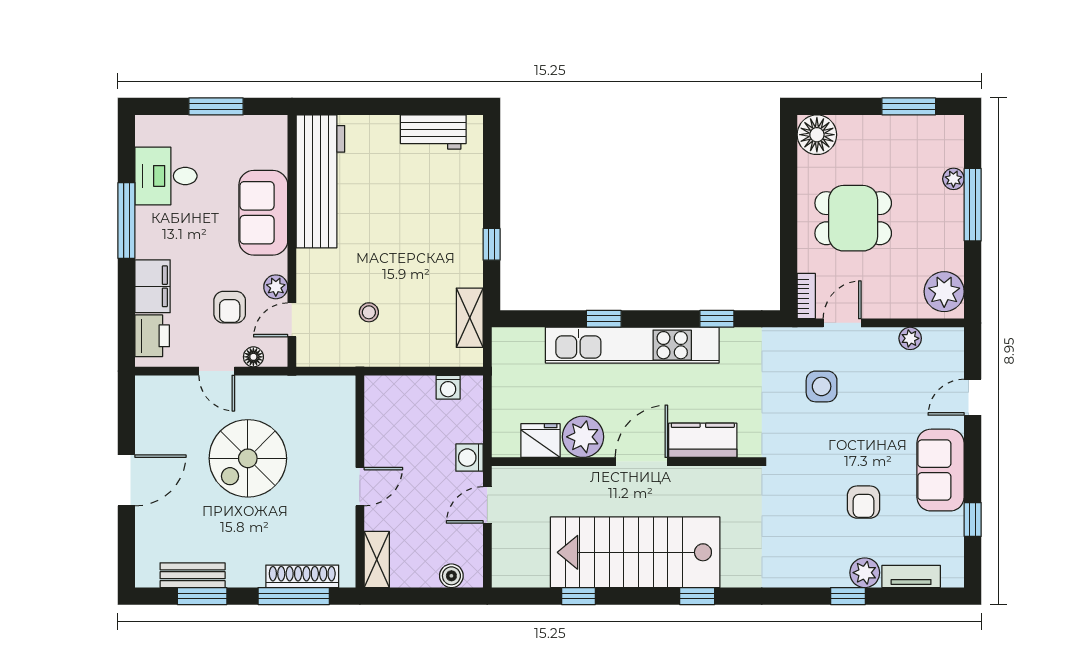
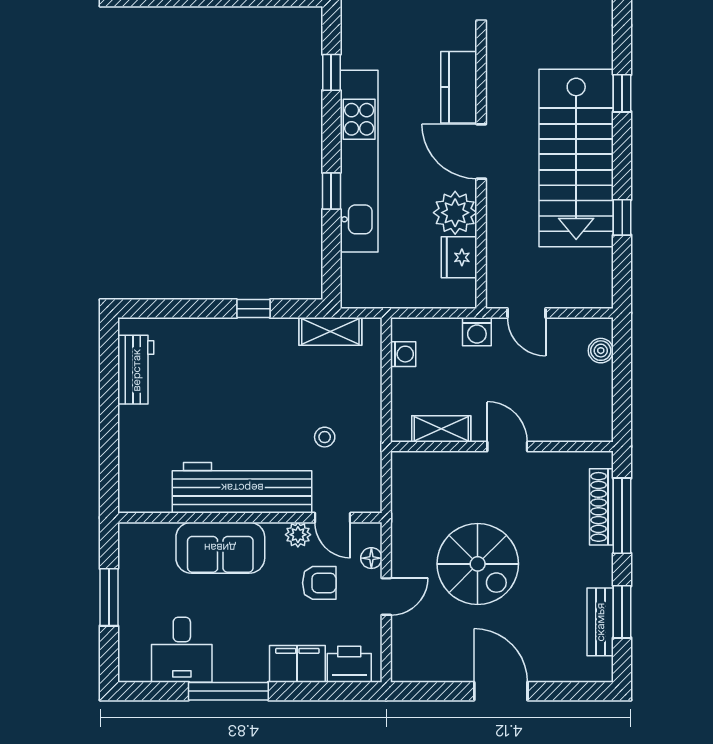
workbench: (320, 181) -> (242, 488), moved
shelving: (377, 560) -> (441, 429), moved

